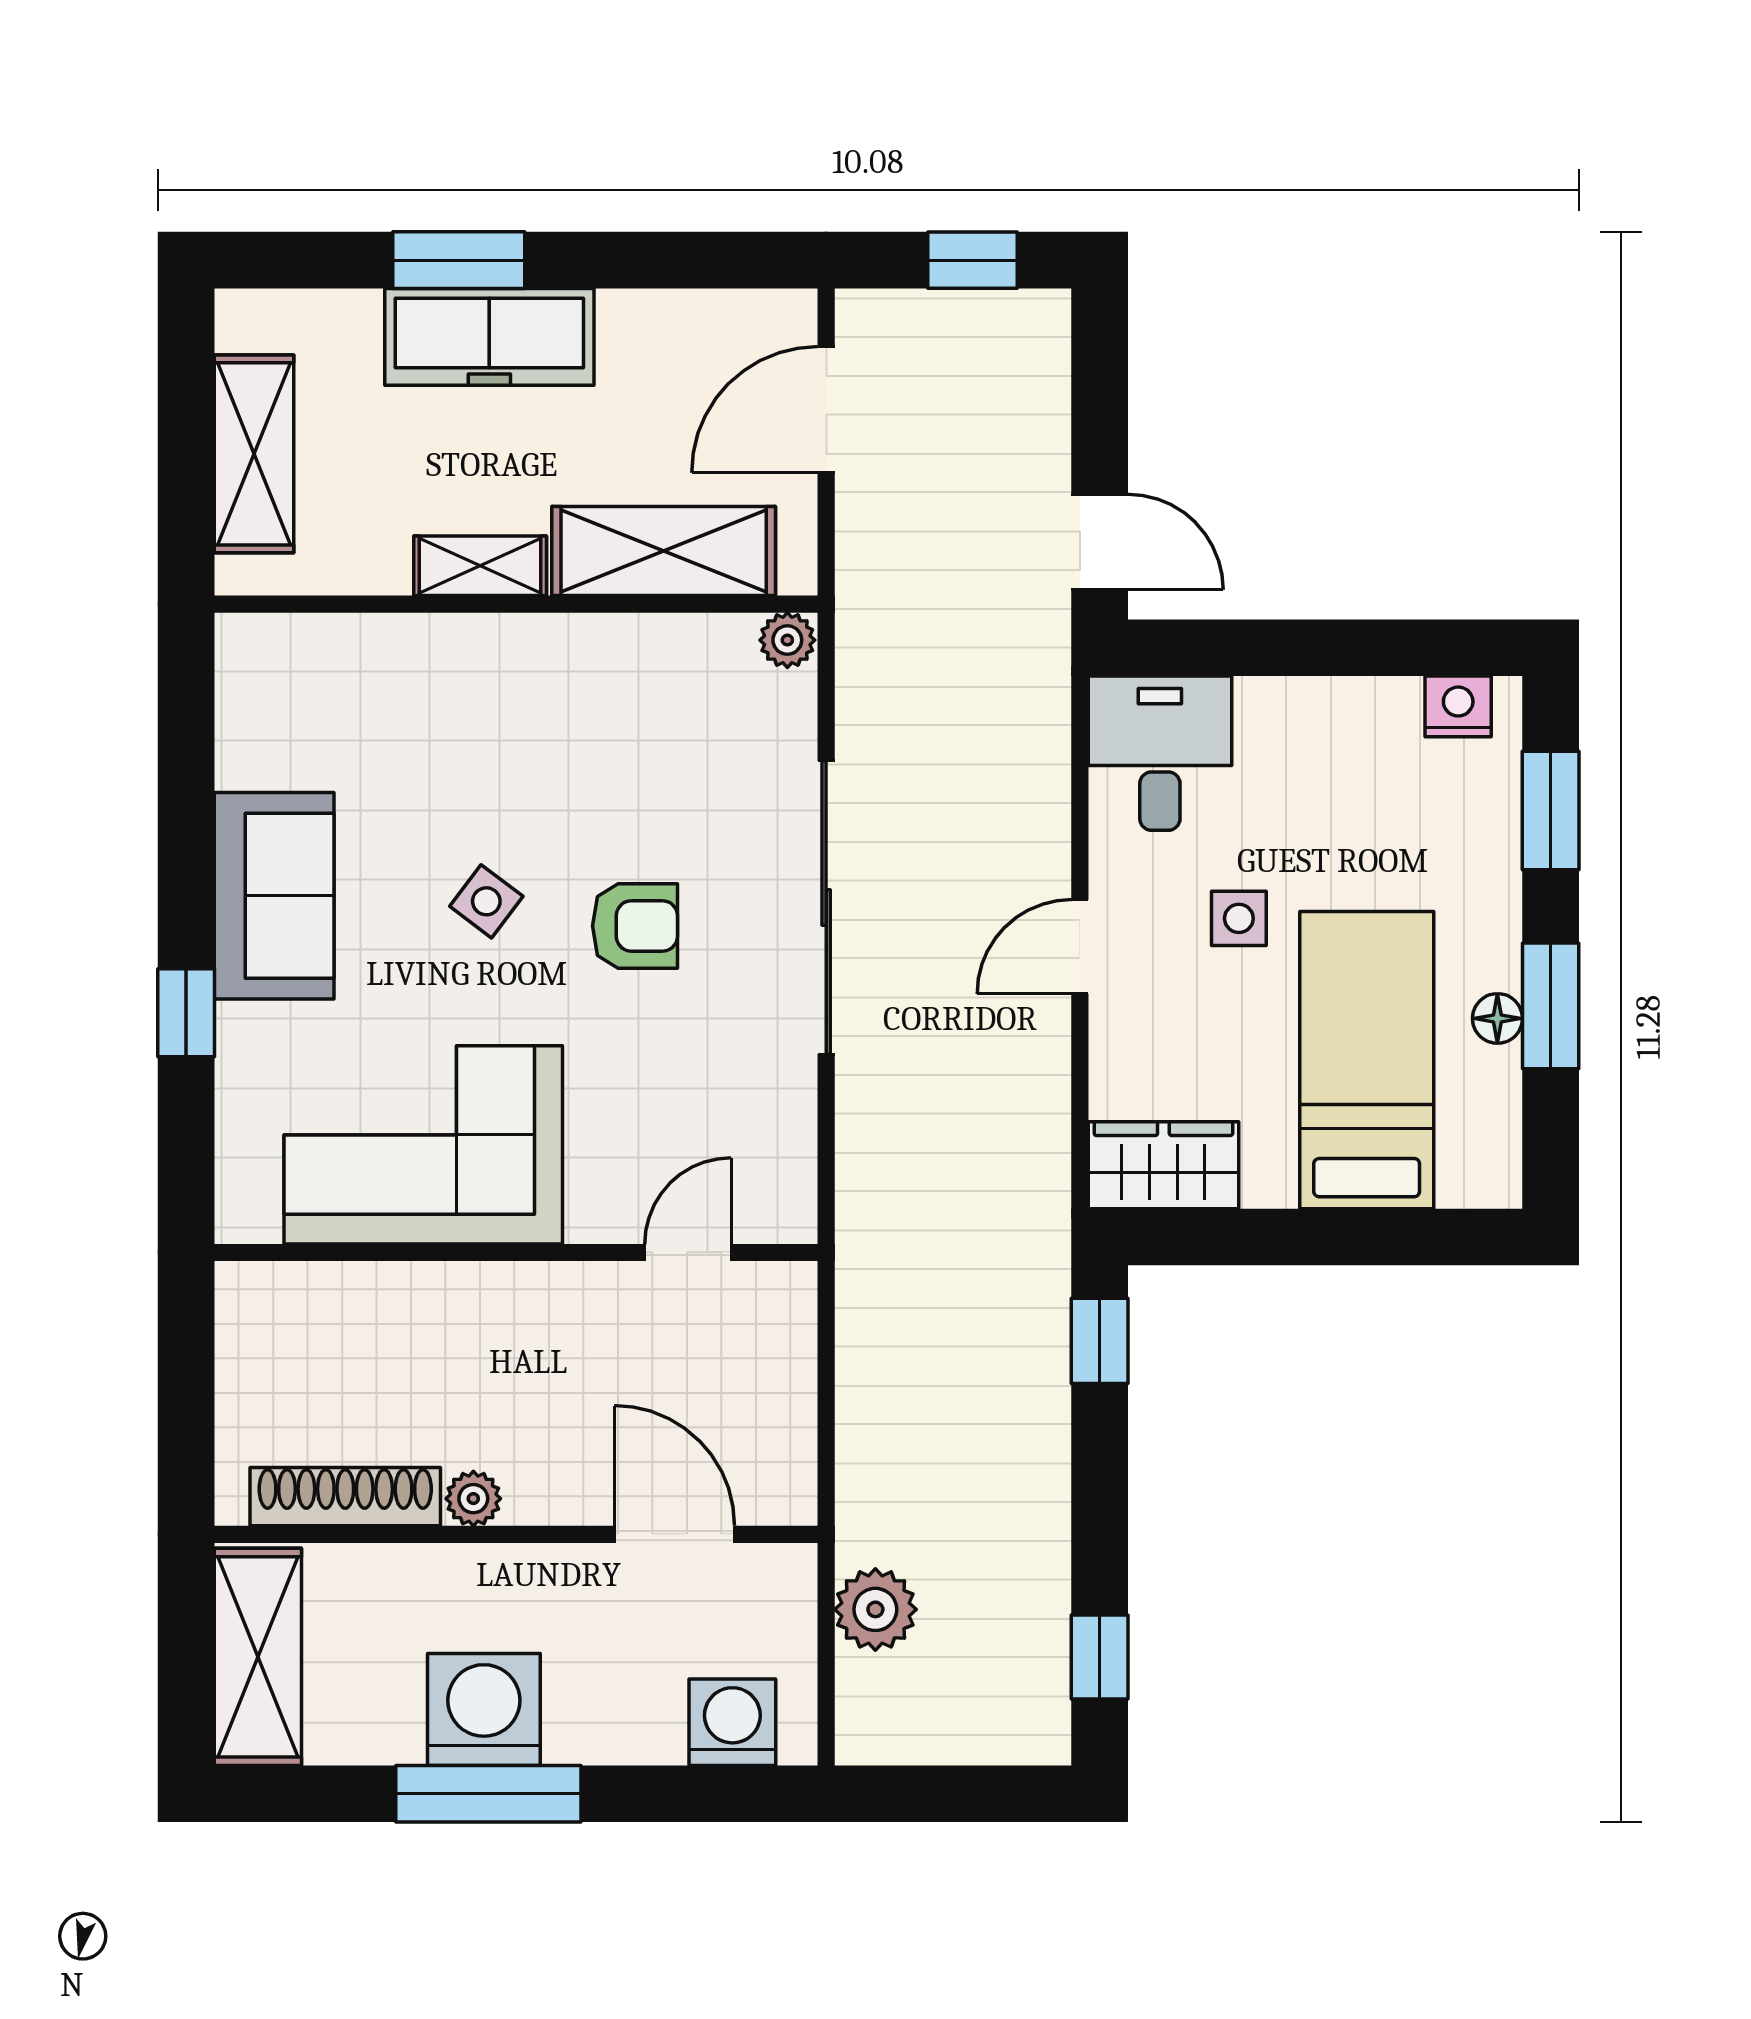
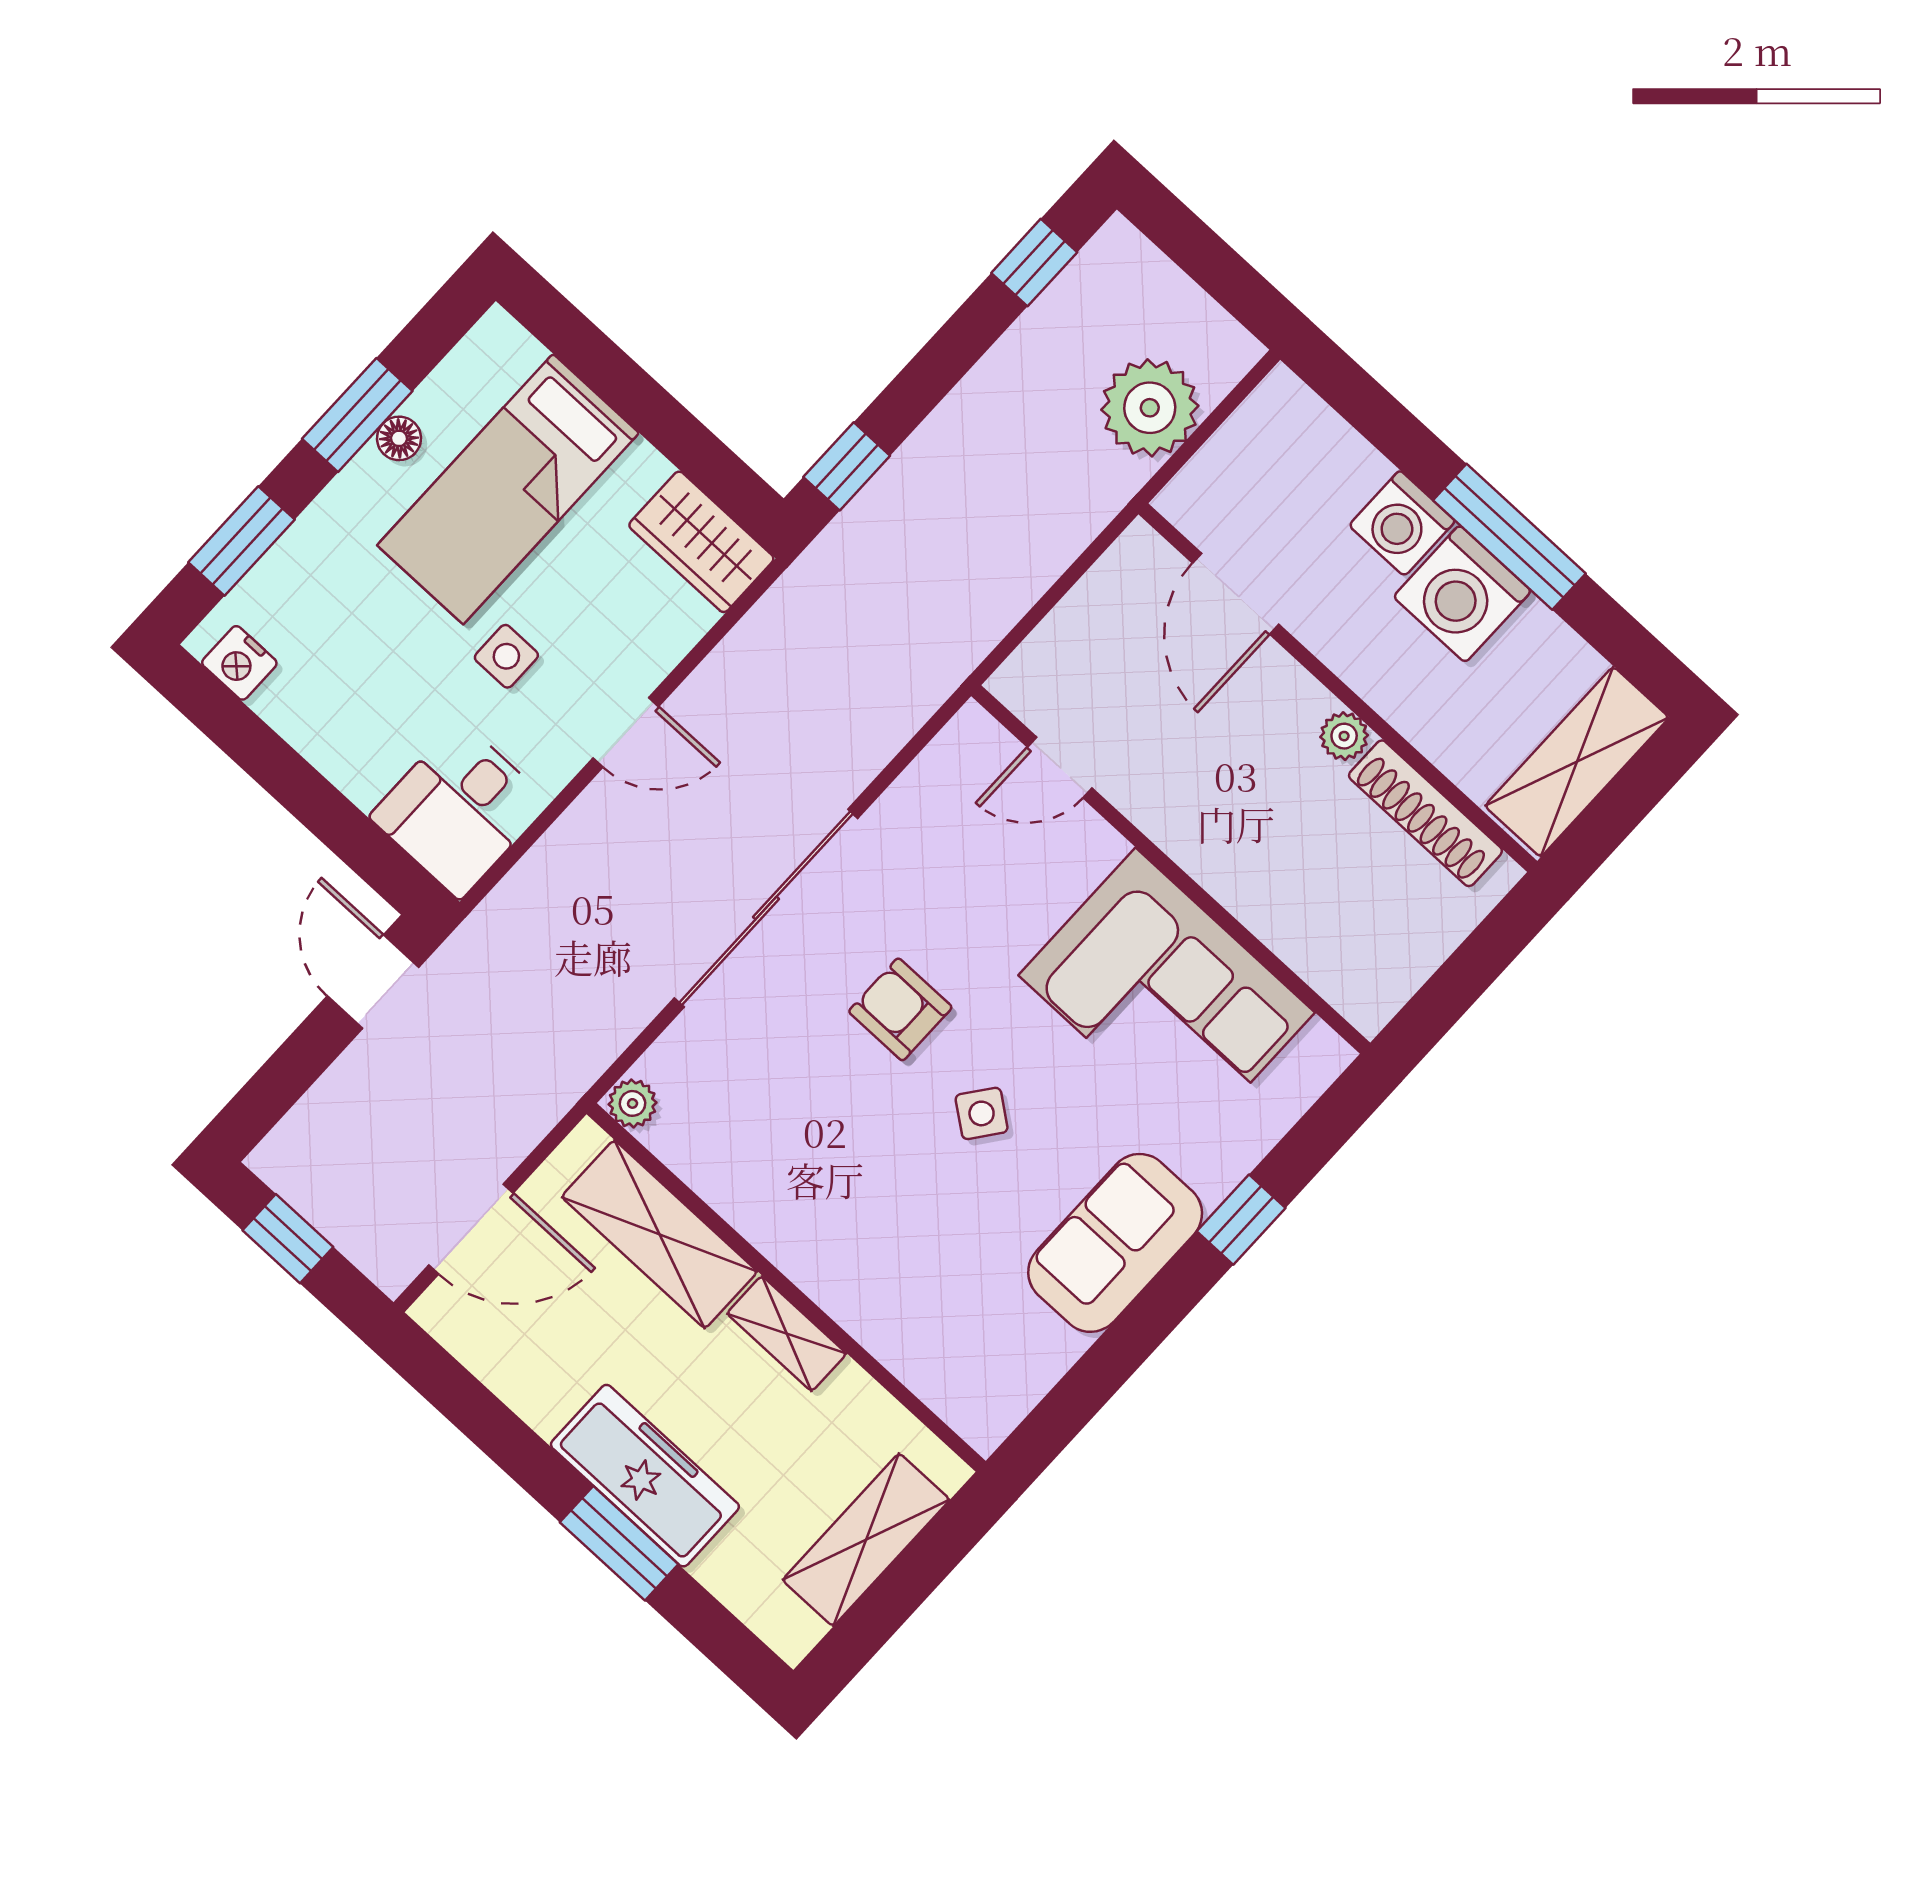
plant: (875, 1609) -> (1150, 408), width x1.36, depth x1.36
washing machine: (732, 1722) -> (1402, 523), moved

